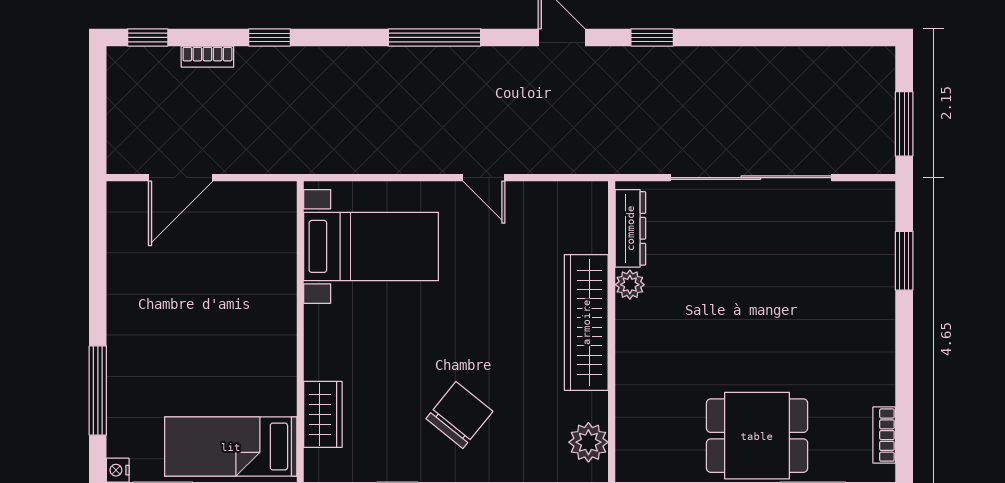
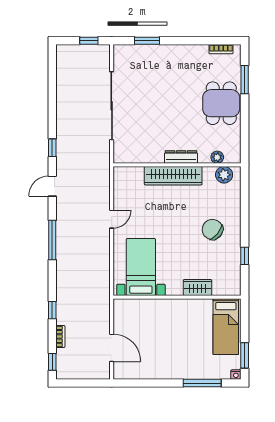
window: (904, 124) -> (89, 41), width x0.67
dresser: (630, 228) -> (181, 157), moved
plant: (630, 285) -> (217, 157), moved
wardrobe: (323, 414) -> (198, 287), moved

